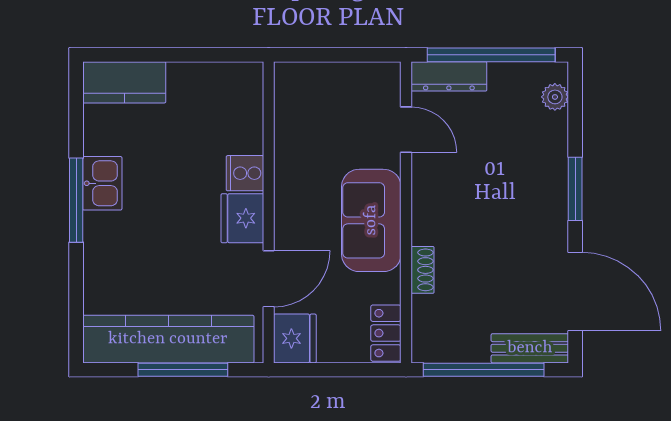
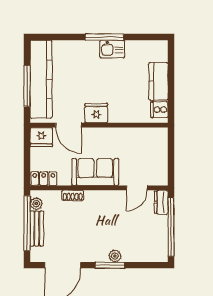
dresser: (449, 76) -> (161, 202), width x0.70
kitchen counter: (124, 82) -> (158, 81), moved
plant: (555, 97) -> (115, 256), moved
cooker: (245, 173) -> (159, 110), moved, turned -90
bench: (530, 348) -> (37, 229), moved
plant: (440, 350) -> (36, 204), added

